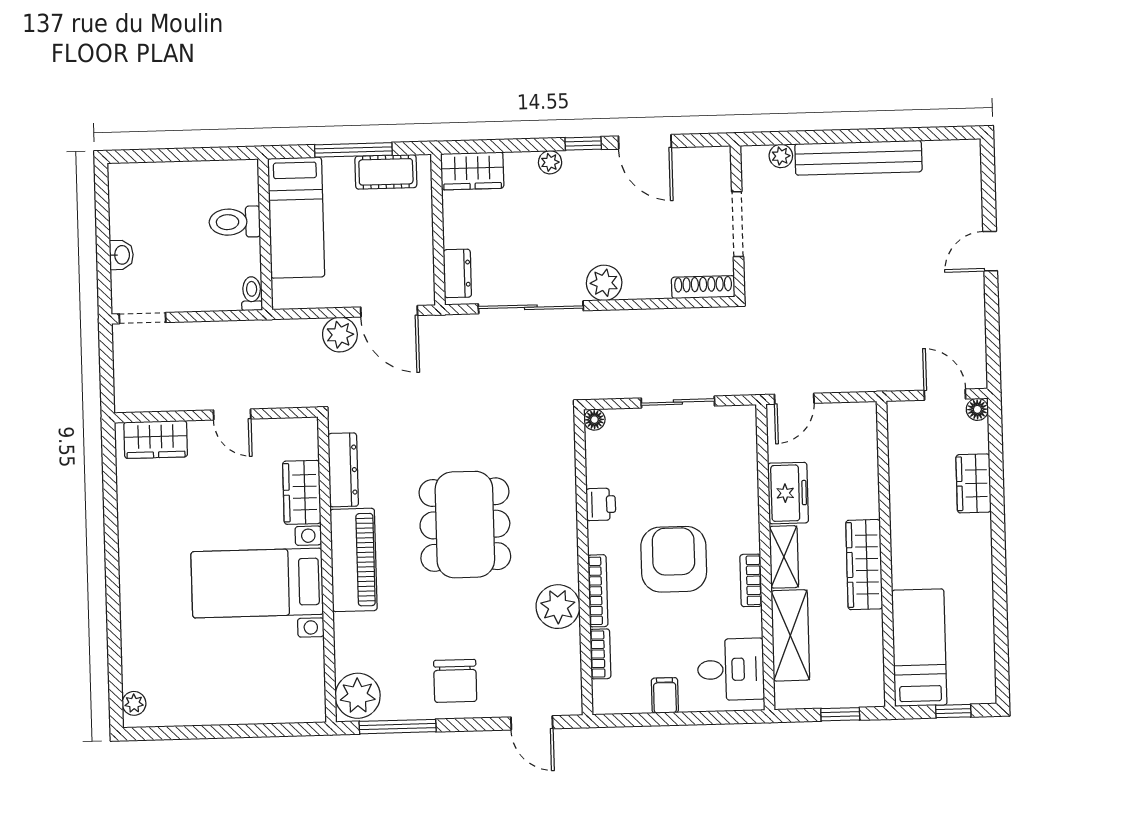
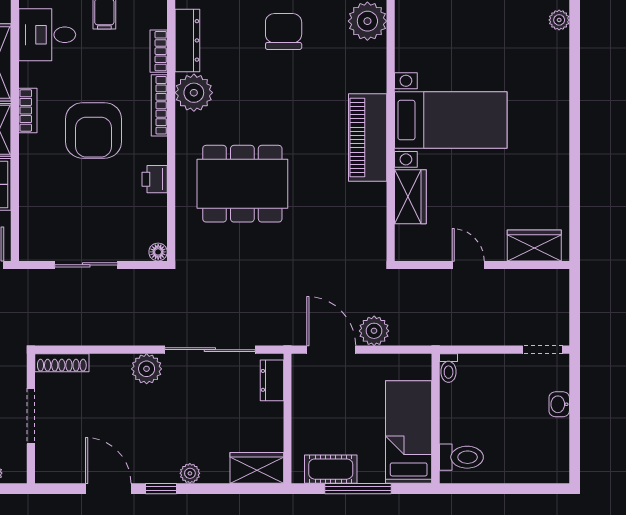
toilet: (235, 222) -> (461, 457), moved
dresser: (343, 470) -> (187, 40), moved, turned 180
dining table: (465, 525) -> (242, 184), moved, turned 90

